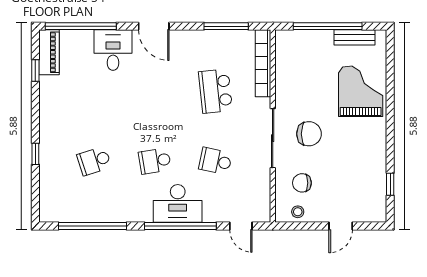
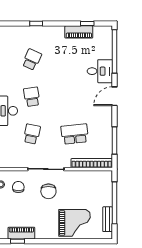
piano: (49, 52) -> (79, 32), moved
school desk: (94, 161) -> (32, 60), turned 42
piano: (377, 178) -> (21, 233), added

